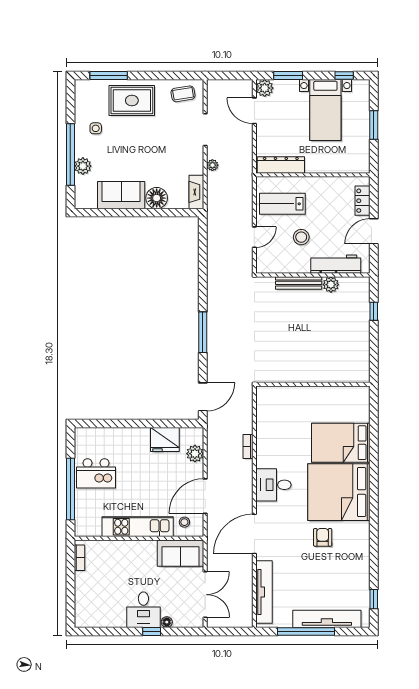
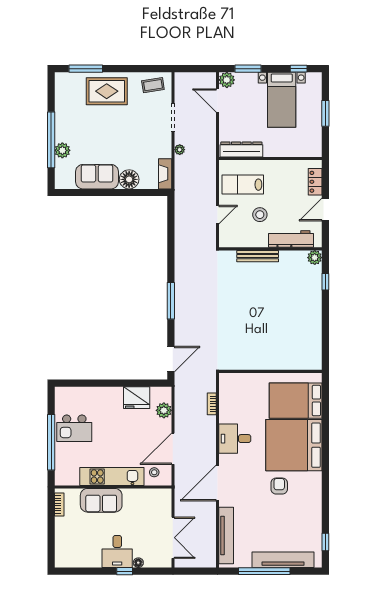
side table: (96, 128) -> (74, 116), removed
plant: (331, 285) -> (315, 258), moved
wall: (313, 384) -> (270, 371), moved
sofa: (180, 553) -> (101, 500), moved

